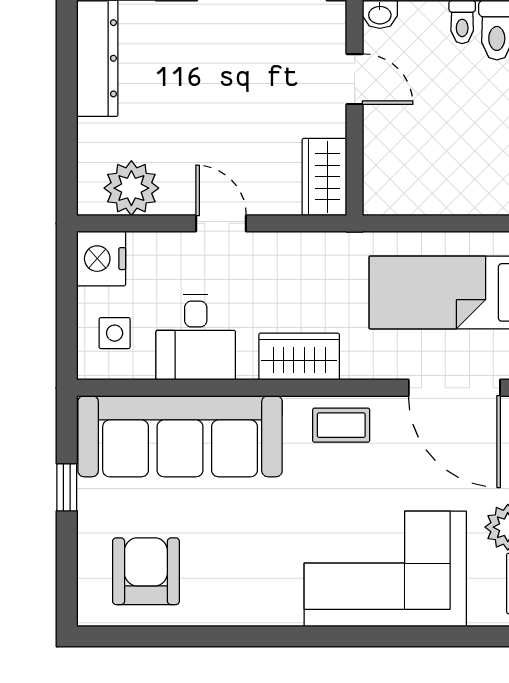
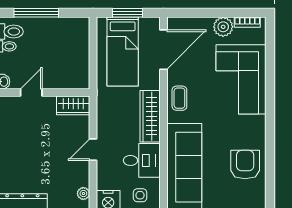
plant: (131, 188) -> (83, 194), width x0.53, depth x0.53
wardrobe: (299, 357) -> (150, 116), width x1.50
armchair: (146, 571) -> (245, 165), moved, turned 90

